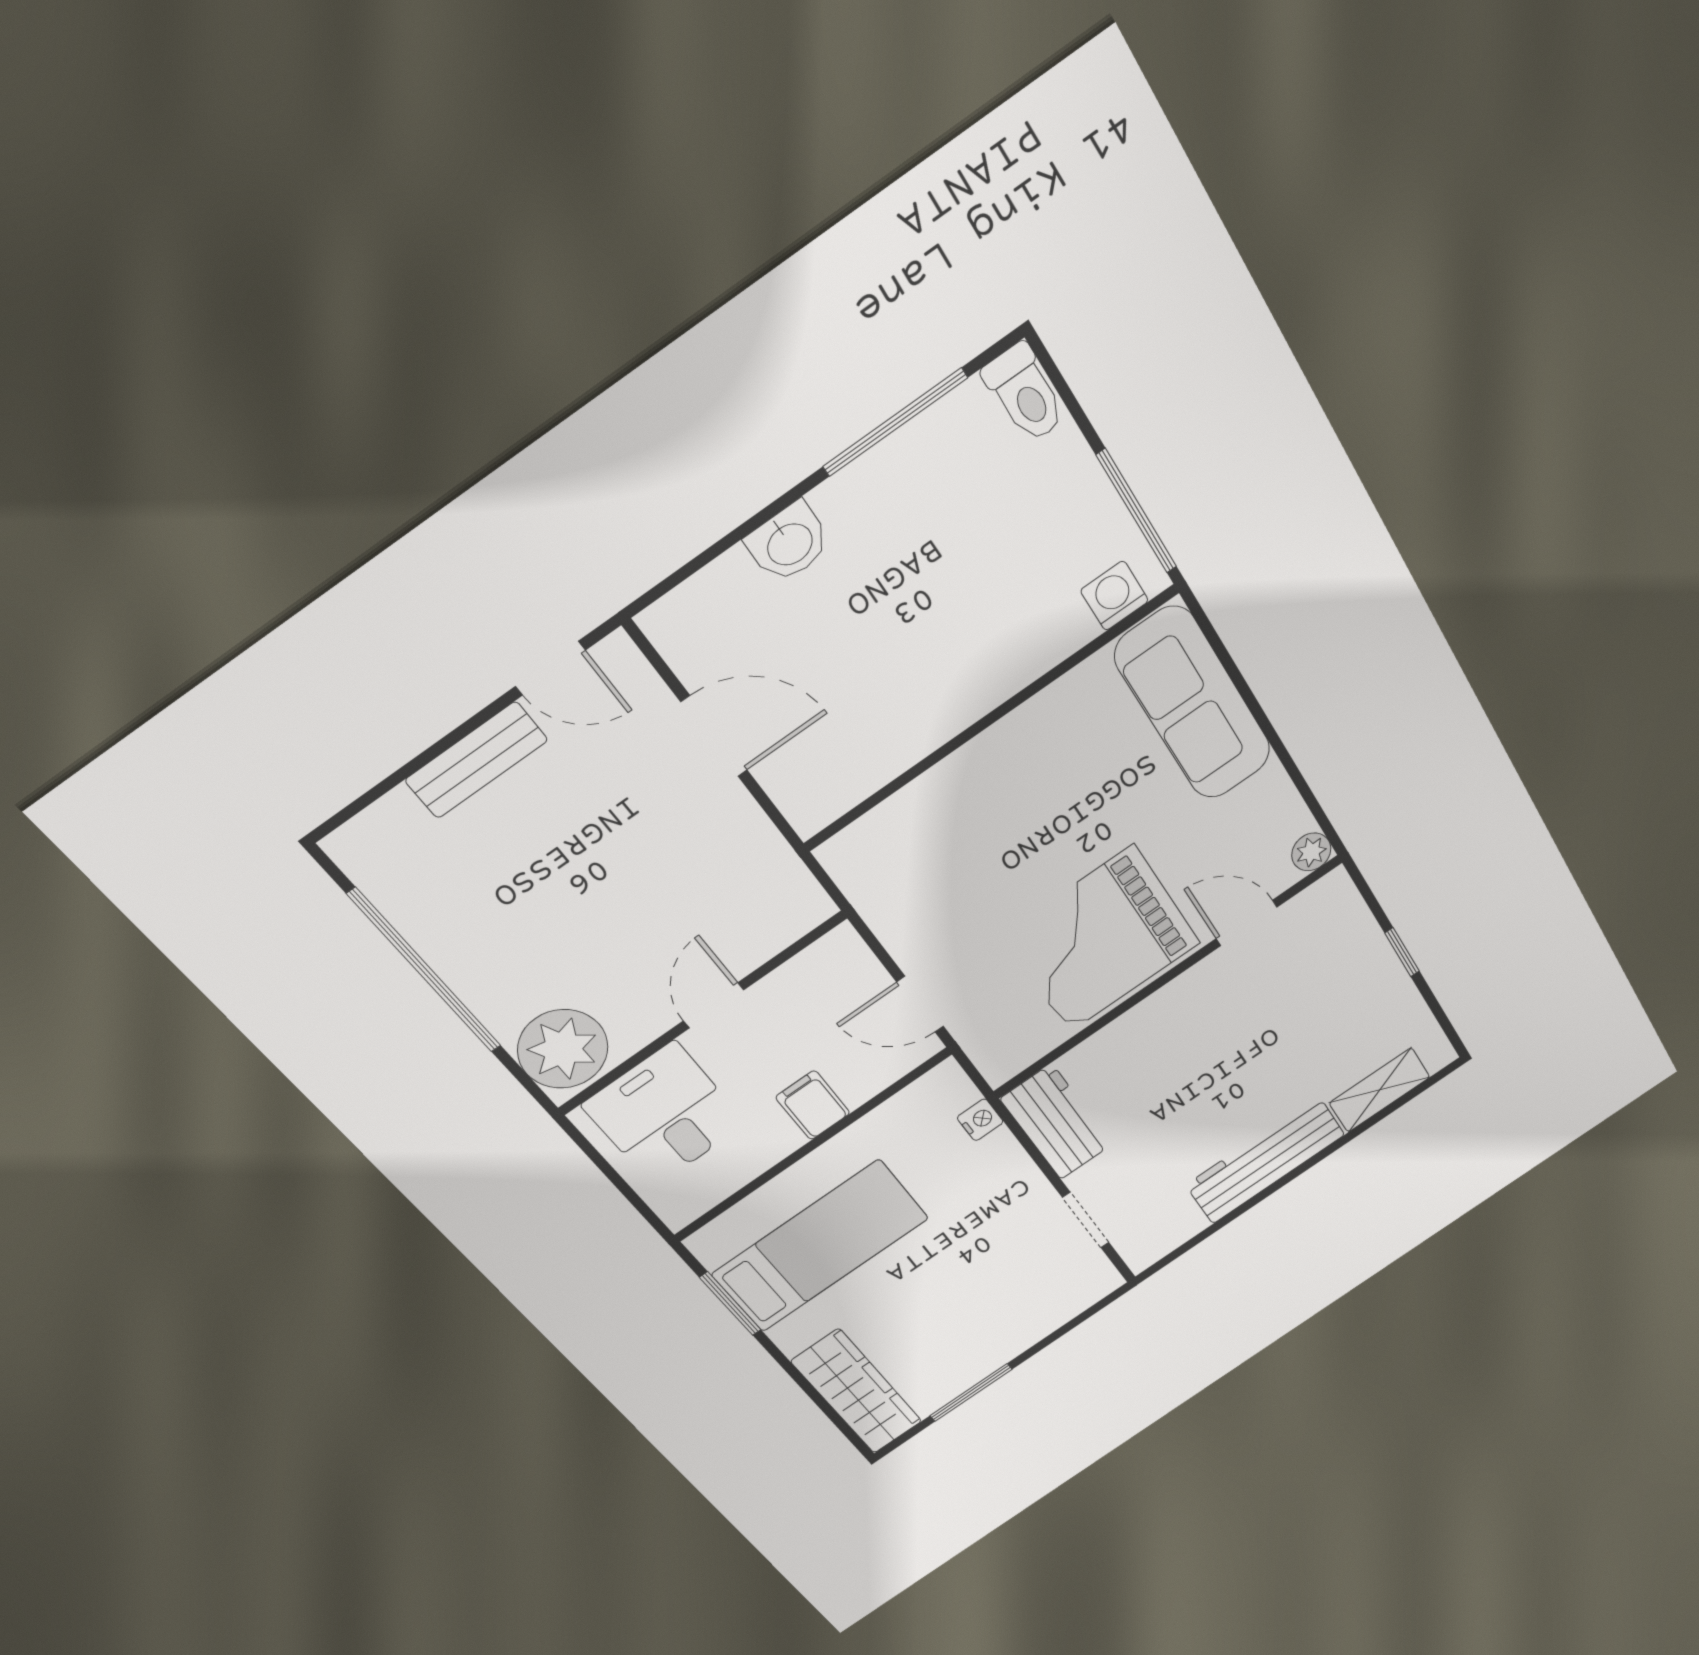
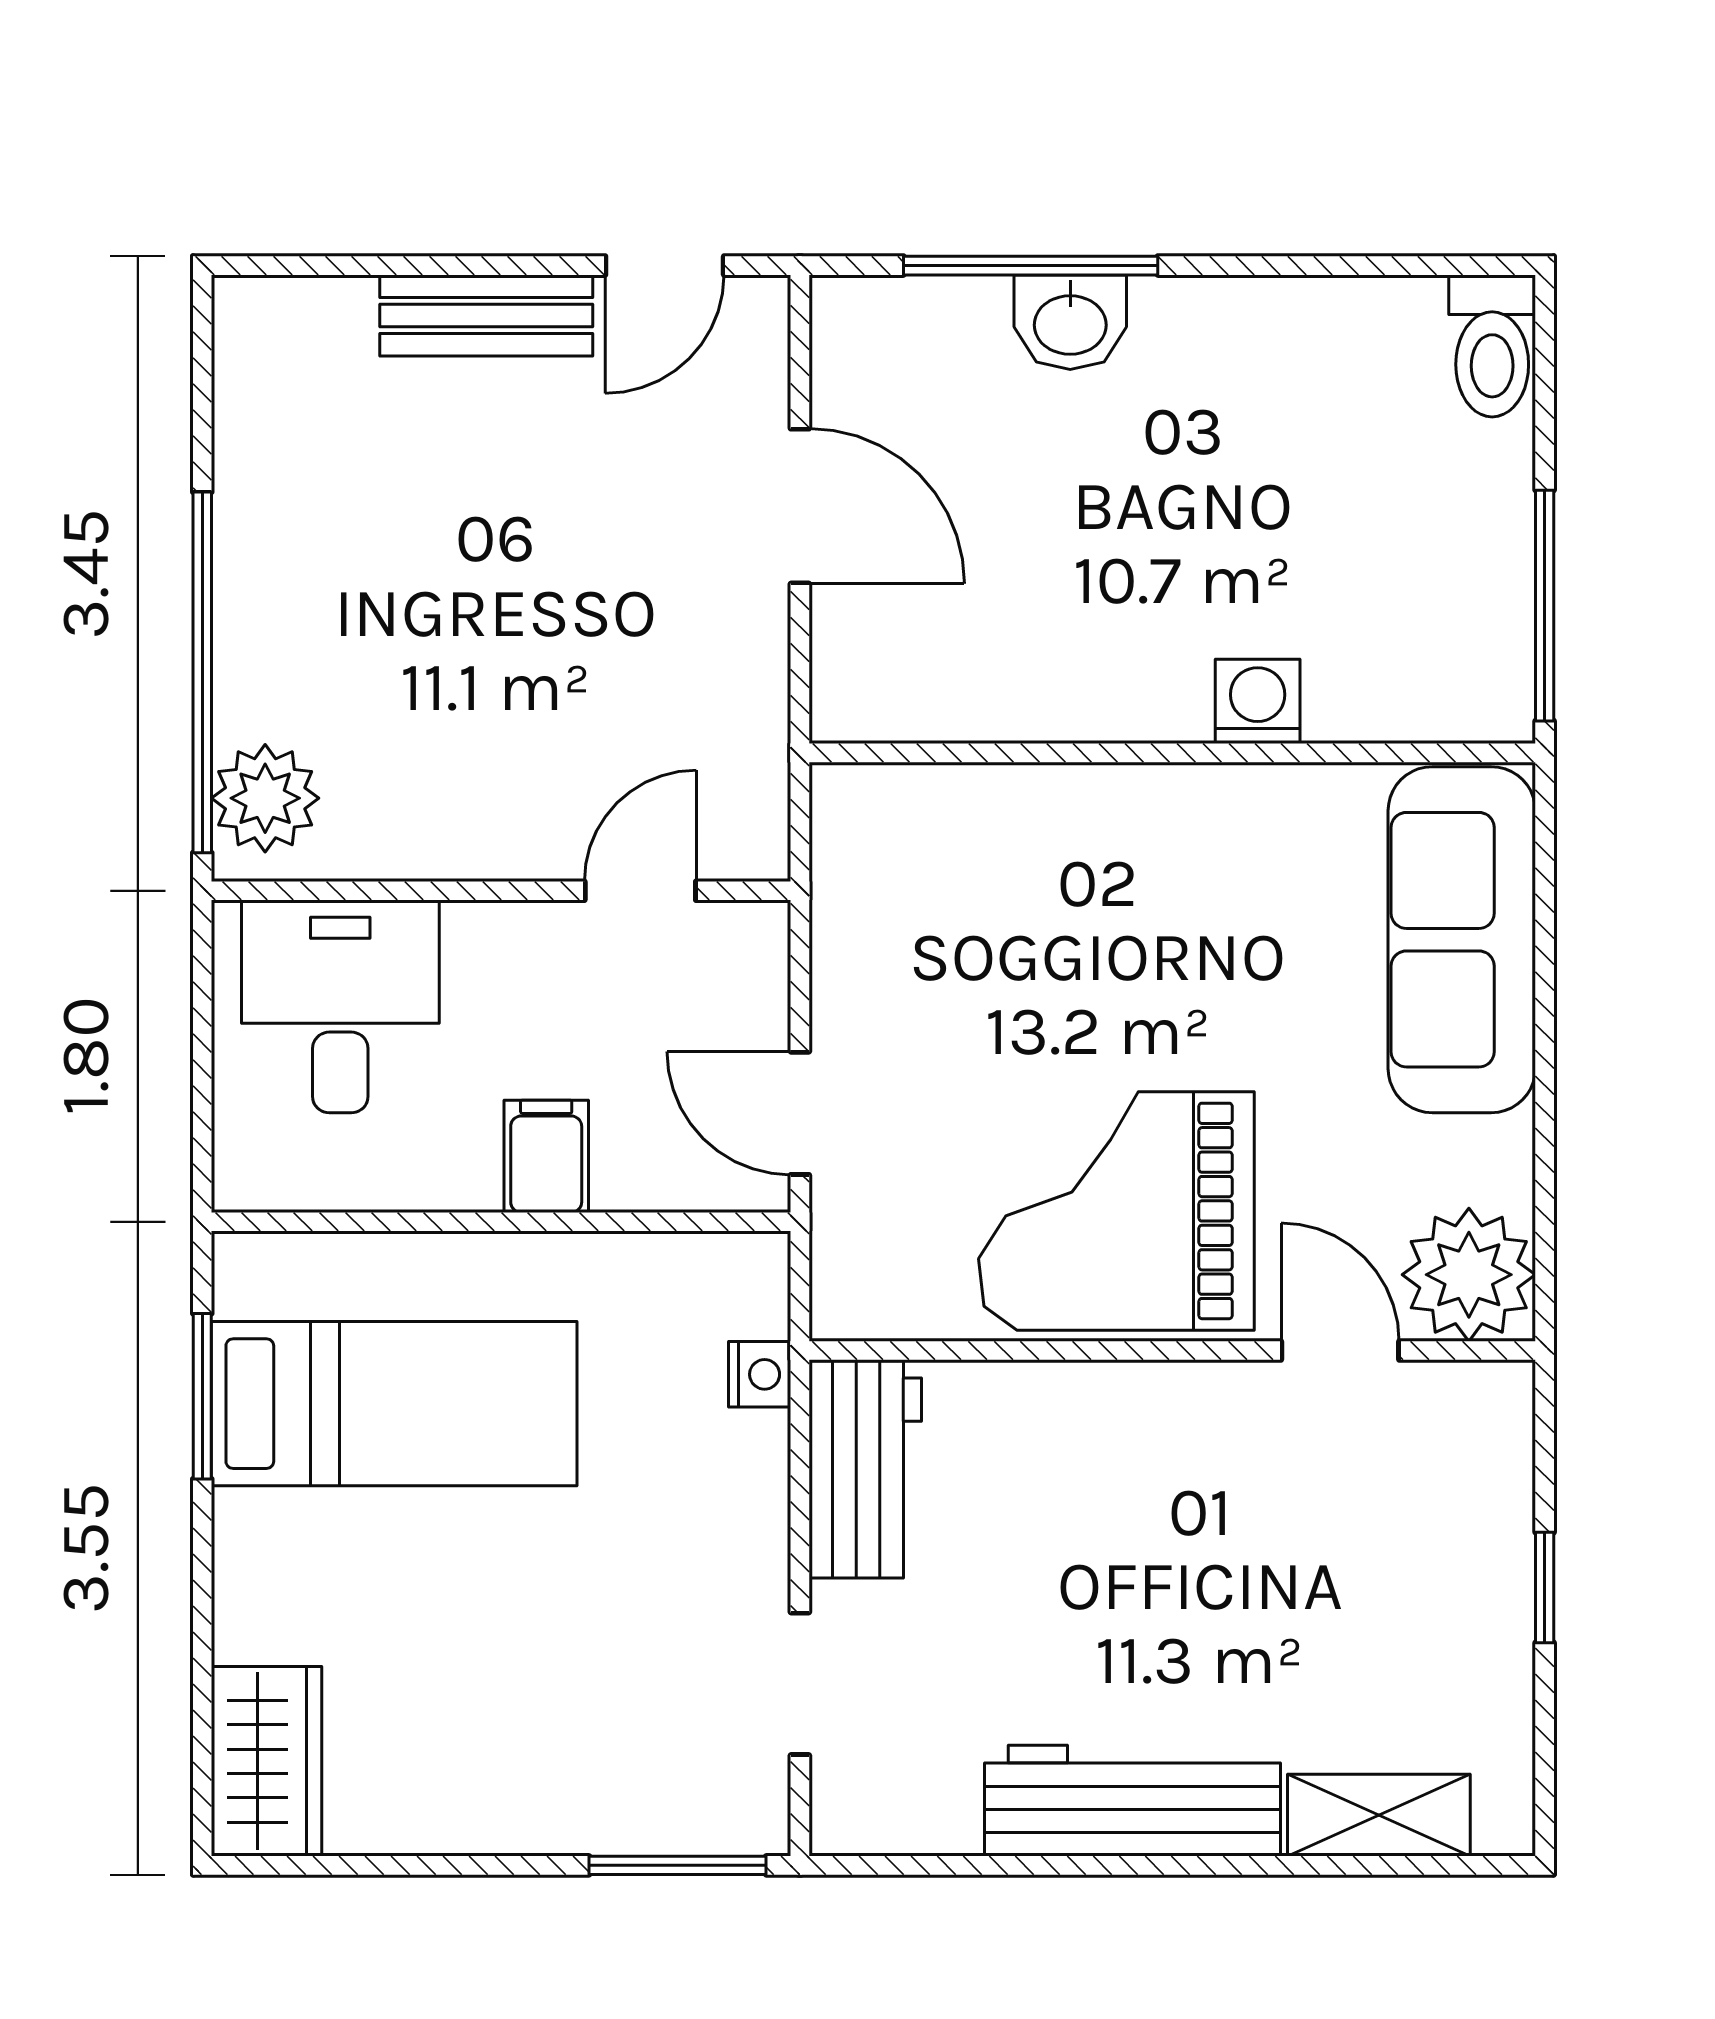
window: (895, 422) -> (1031, 266), moved
washing machine: (1114, 596) -> (1258, 701), moved
door: (550, 668) -> (665, 266), hinge flipped
plant: (1311, 852) -> (1469, 1275), width x1.88, depth x1.88
window: (425, 971) -> (202, 672), moved
door: (714, 1005) -> (640, 891), moved
plant: (563, 1049) -> (265, 798), width x0.73, depth x0.73
wardrobe: (857, 1392) -> (266, 1761), width x0.67
window: (971, 1393) -> (678, 1865), moved

